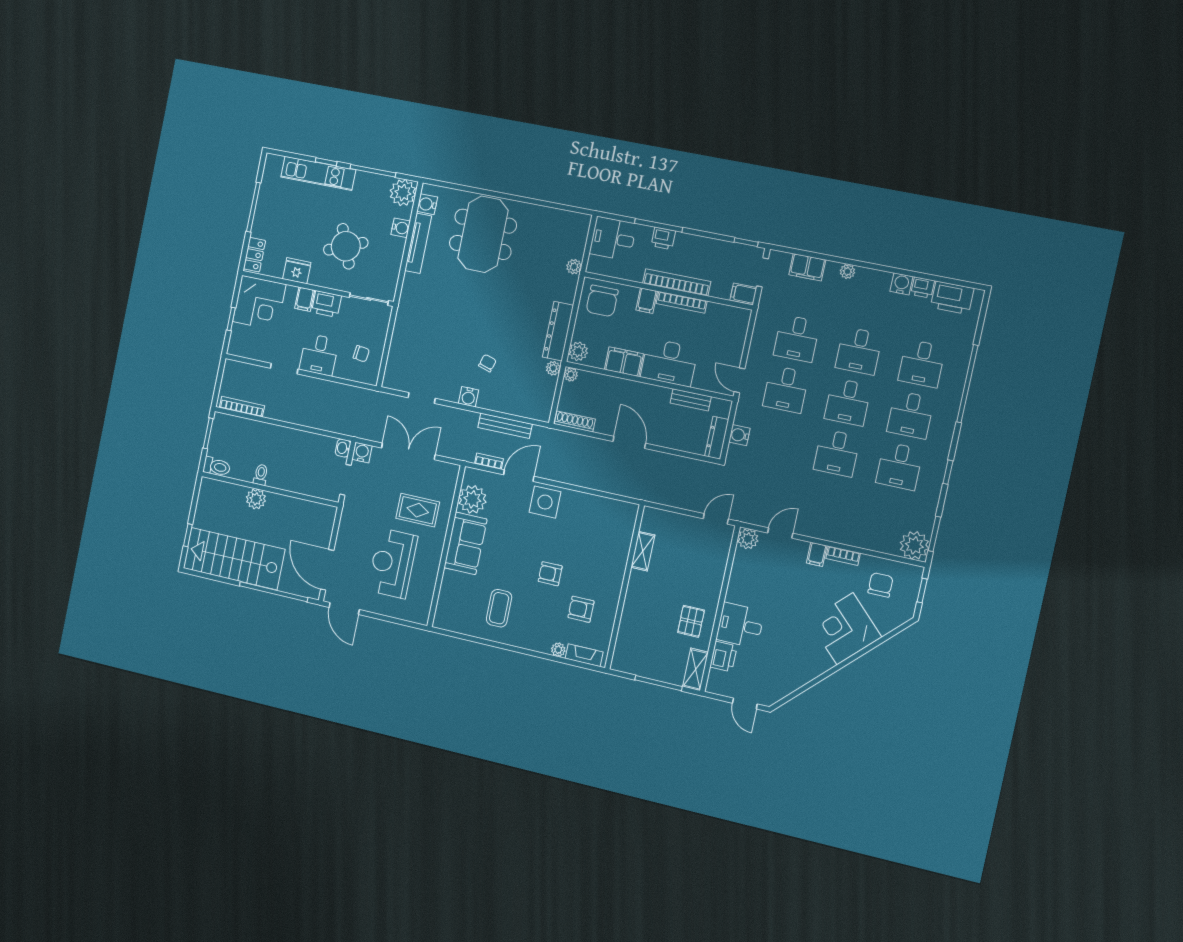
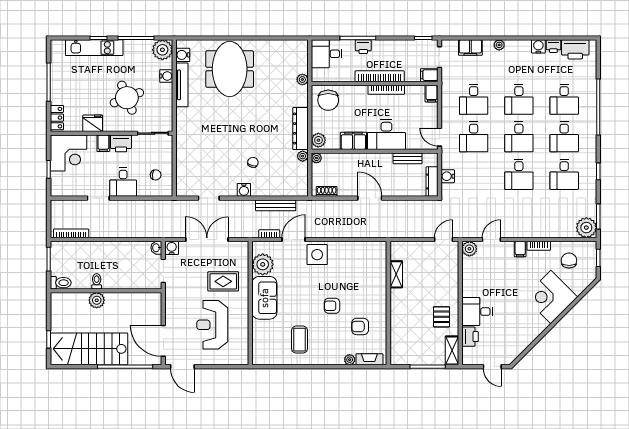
filing cabinet: (647, 301) -> (431, 94), moved
shoe rack: (575, 421) -> (327, 191), width x0.70

